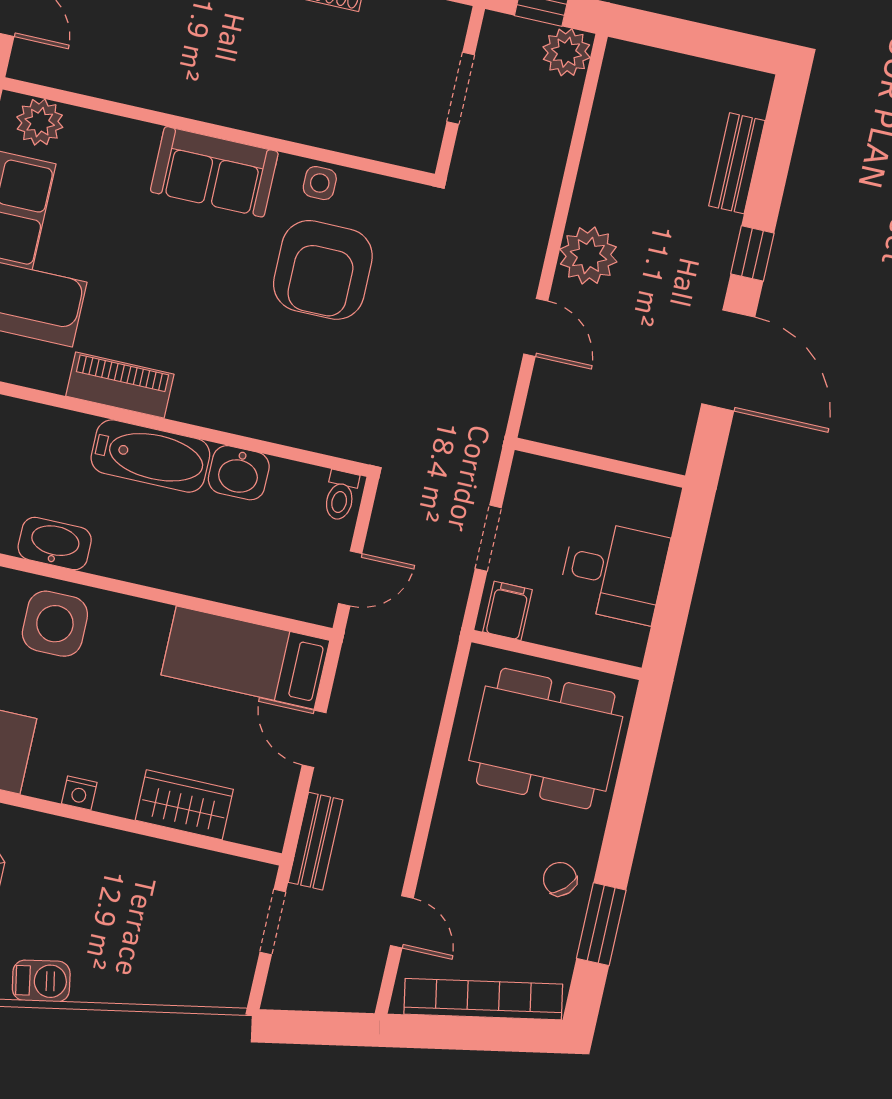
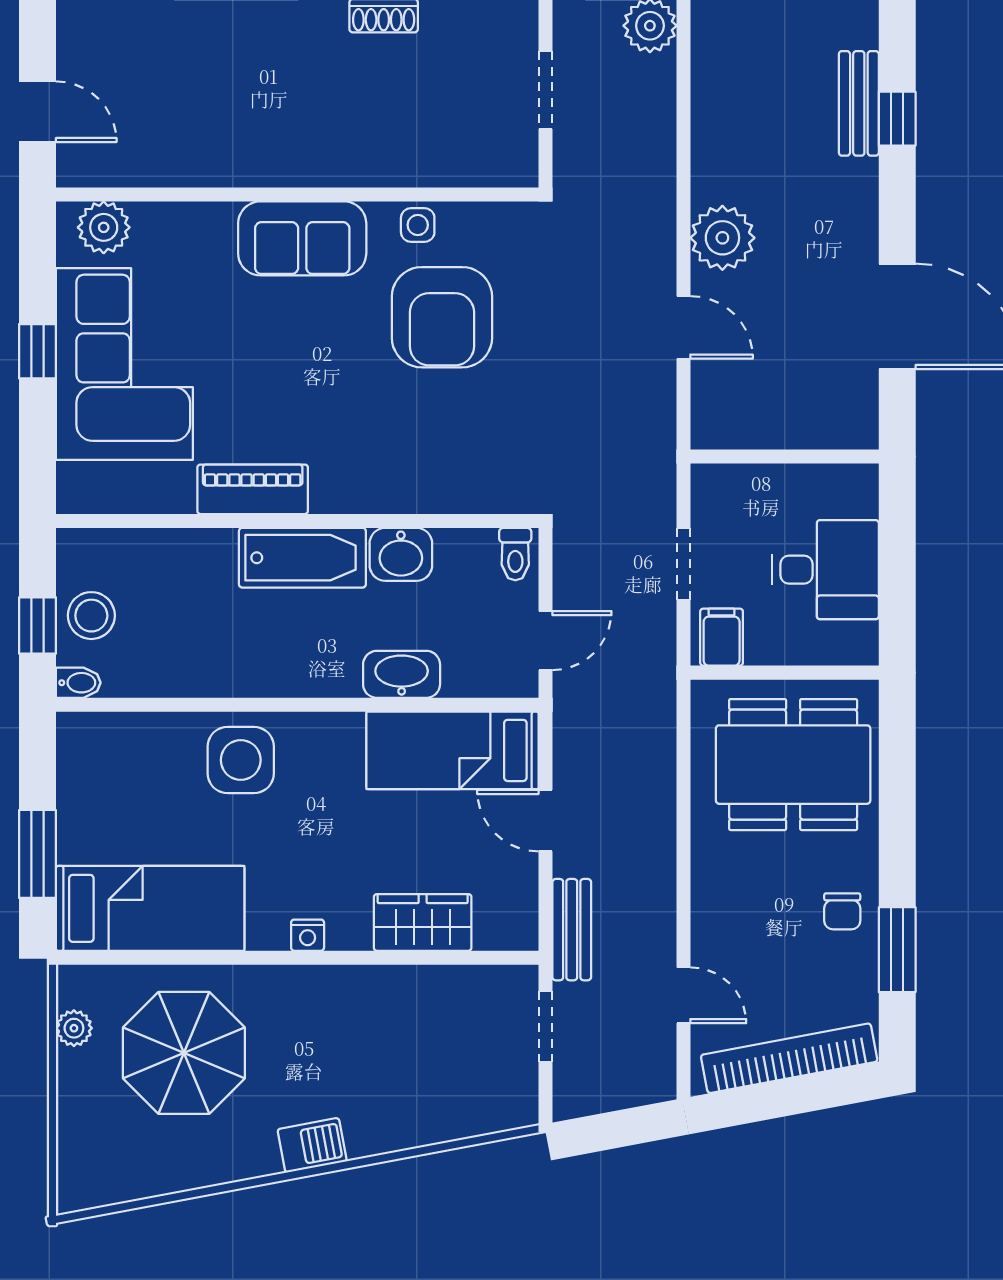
window: (752, 253) -> (897, 119), moved
washbasin: (55, 544) -> (402, 674), moved
chair: (560, 879) -> (842, 911), turned -135

